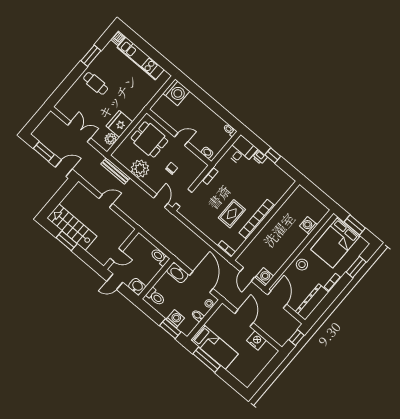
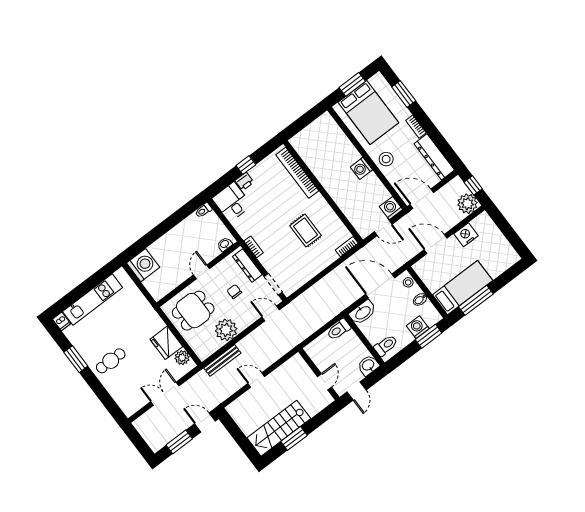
door: (64, 168) -> (205, 422), hinge flipped
dresser: (194, 174) -> (247, 266), added
door: (106, 201) -> (256, 380), hinge flipped
bookcase: (257, 219) -> (297, 173), moved
washing machine: (308, 225) -> (361, 168), moved
plant: (281, 336) -> (467, 204), added

